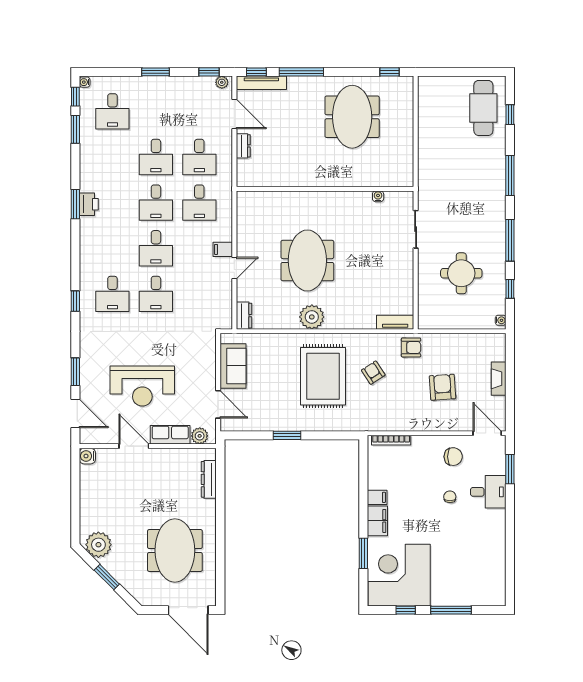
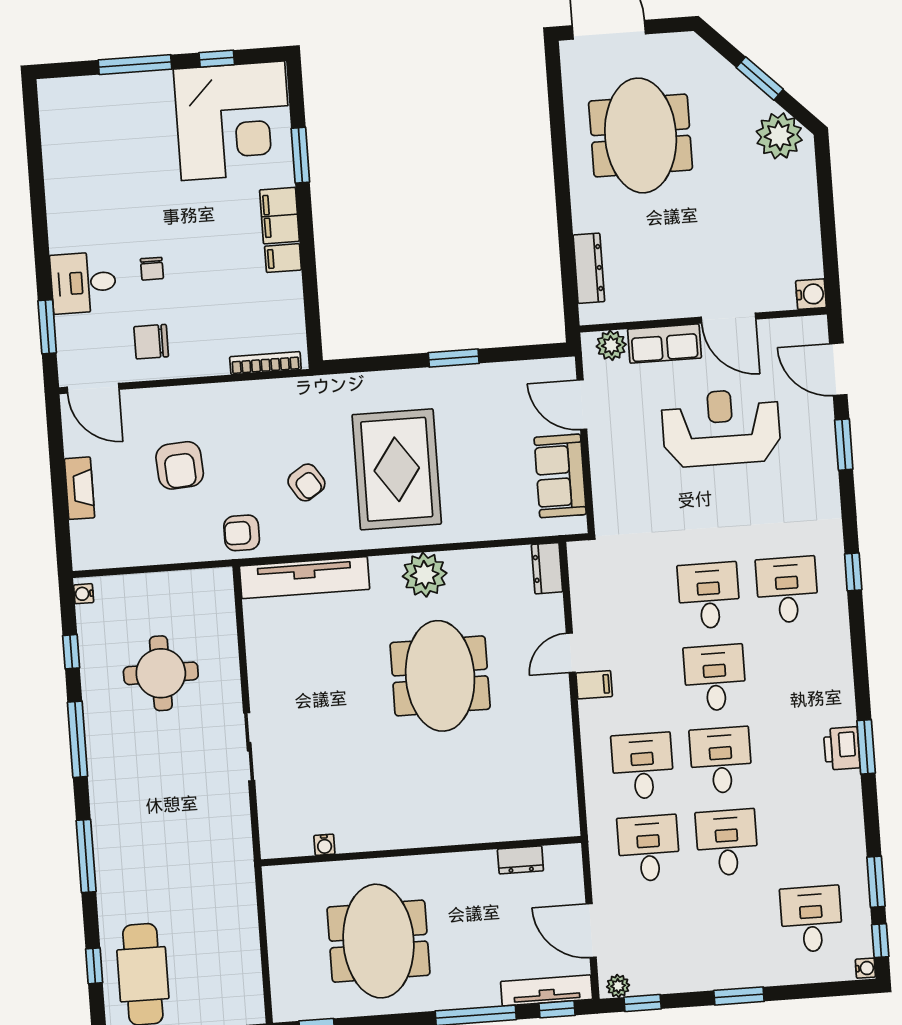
dresser: (243, 146) -> (520, 860), moved, turned -90
wall: (325, 189) -> (421, 851), moved
water cooler: (378, 196) -> (324, 845), moved
tv unit: (395, 322) -> (305, 578), width x1.92, depth x1.29

